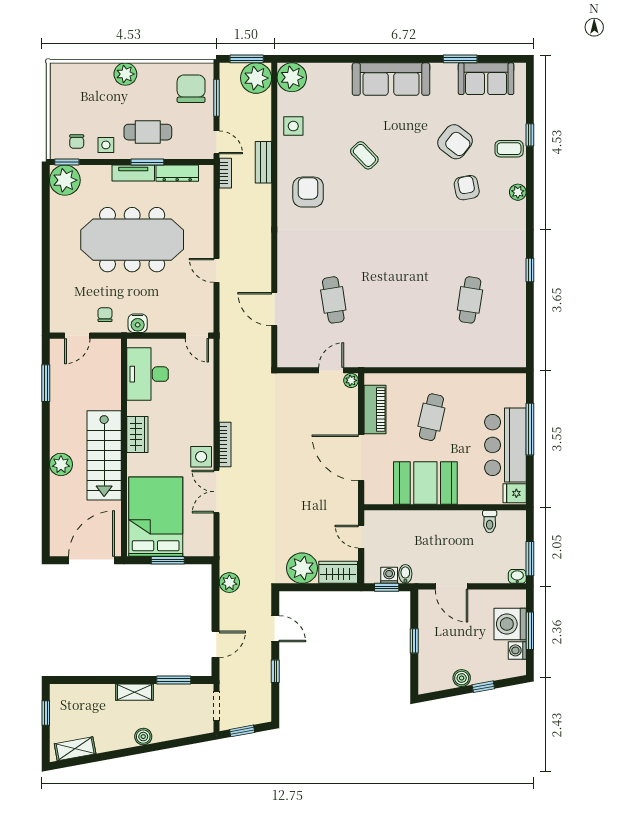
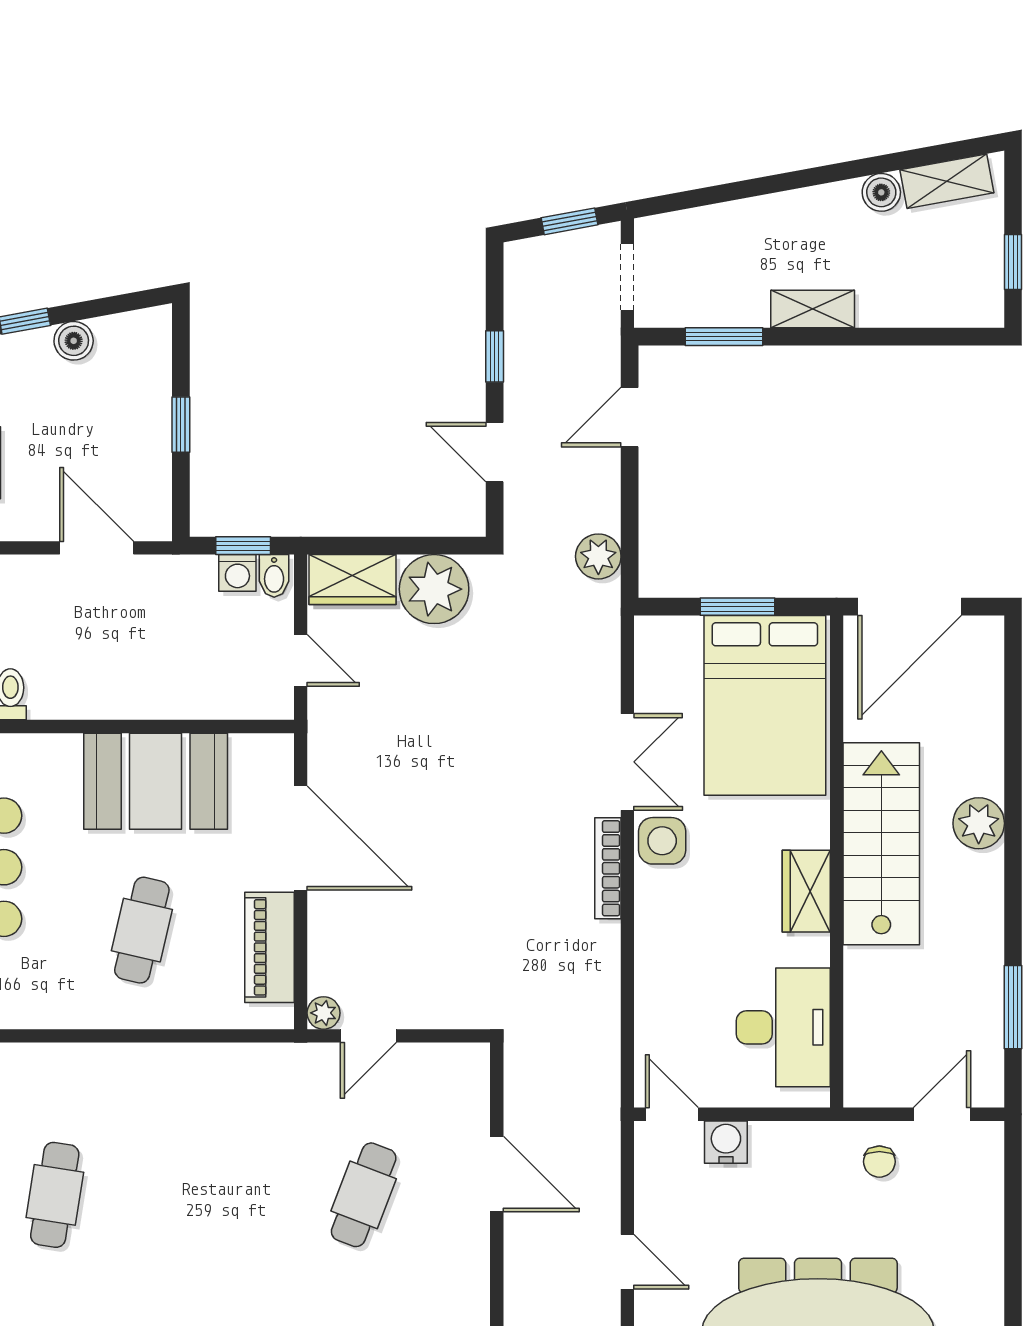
cafe table: (333, 300) -> (364, 1195), turned 30
water cooler: (138, 323) -> (726, 1142), moved
bidet: (405, 574) -> (274, 576), moved
boiler: (143, 737) -> (881, 192), moved

